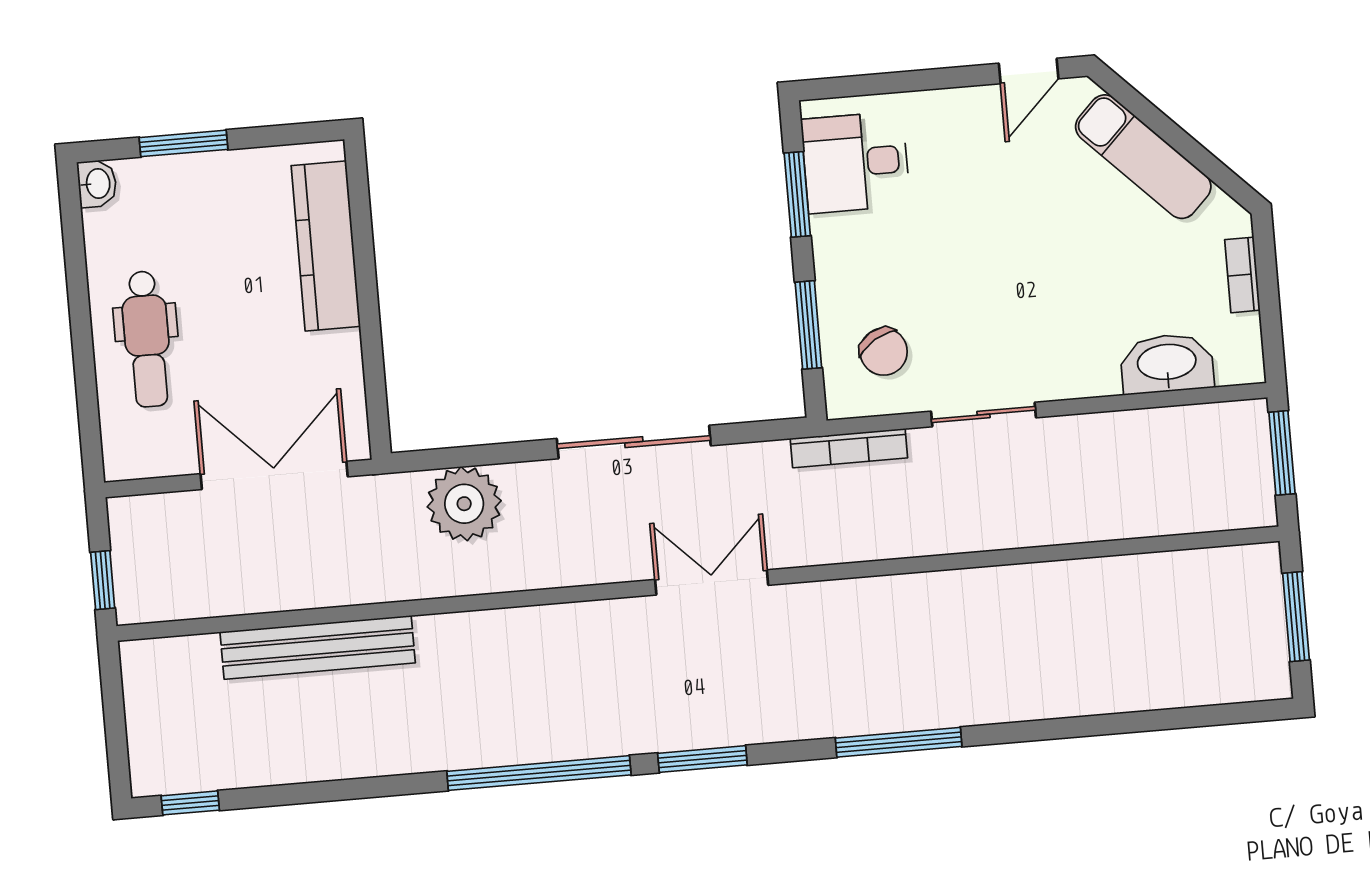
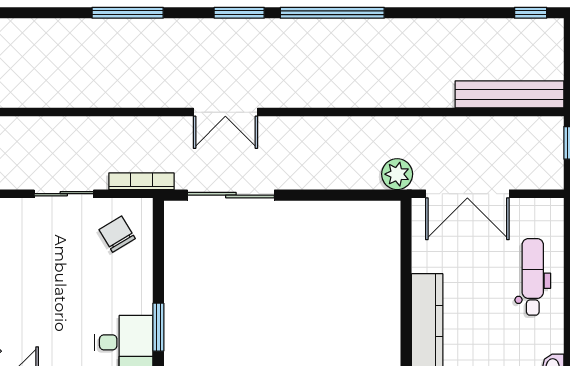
window: (808, 325) -> (158, 253), removed
sliding door: (634, 442) -> (231, 195), moved
plant: (464, 504) -> (397, 174), moved, width x0.73, depth x0.73
bench: (318, 647) -> (509, 94), moved

